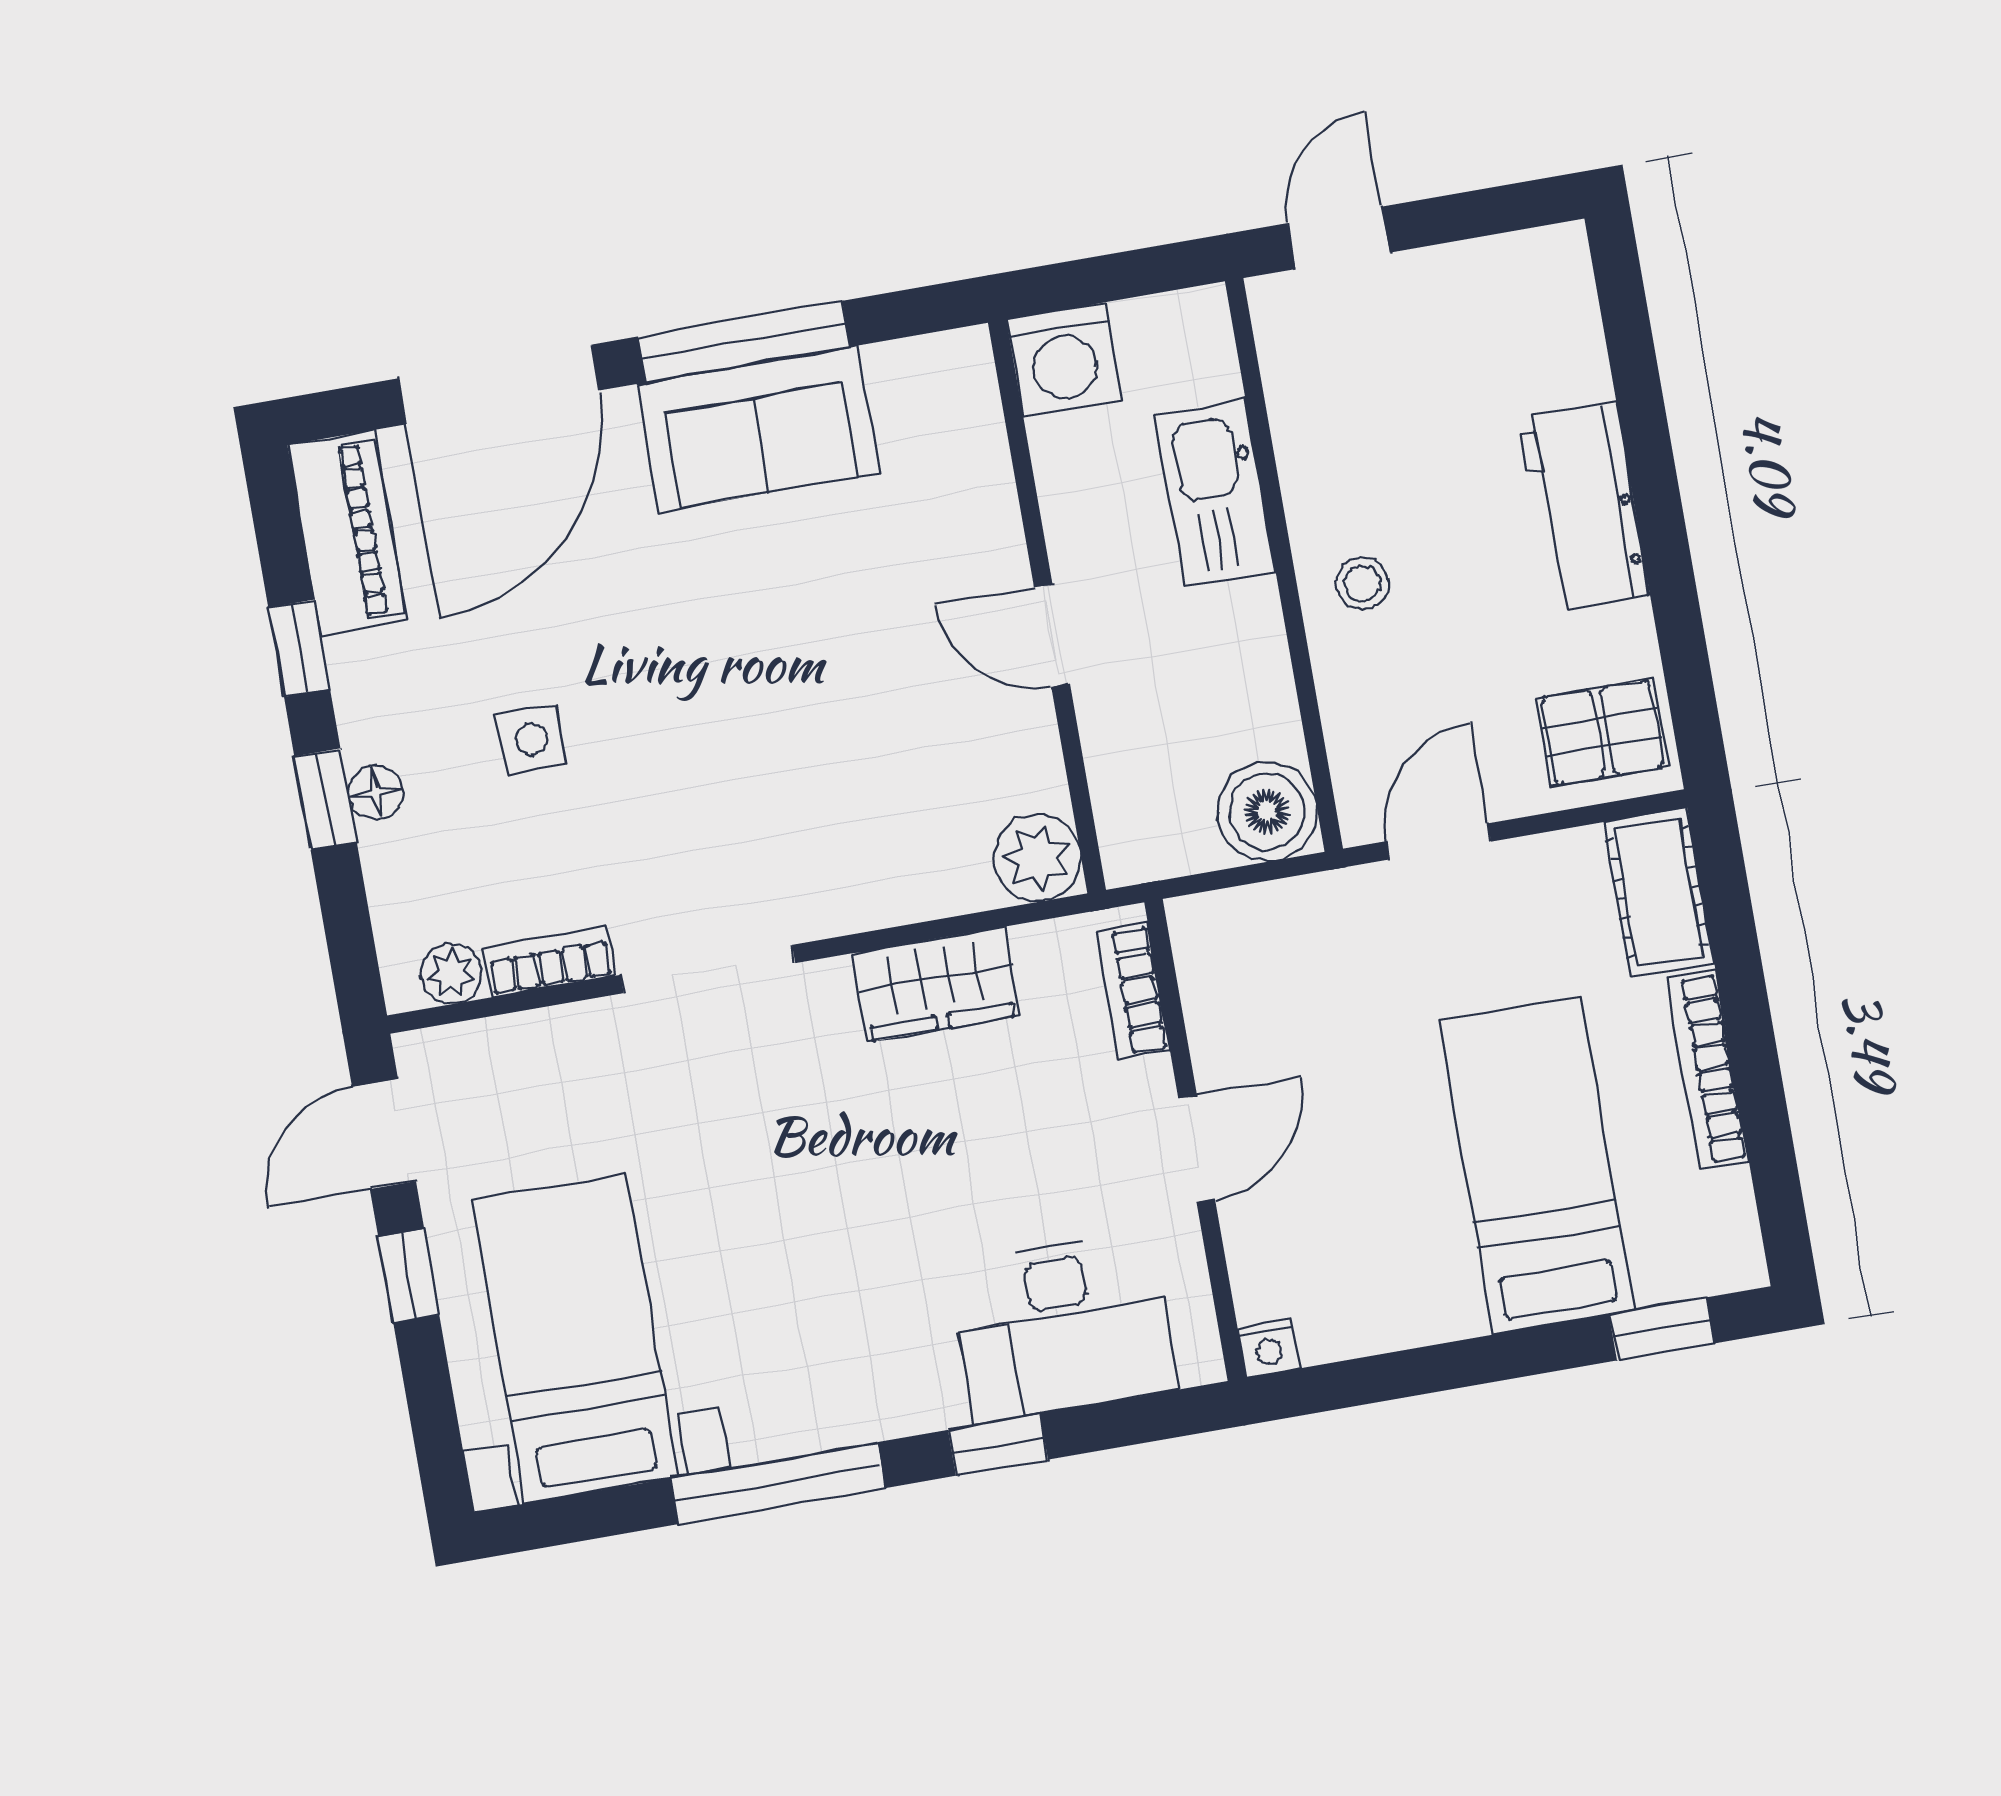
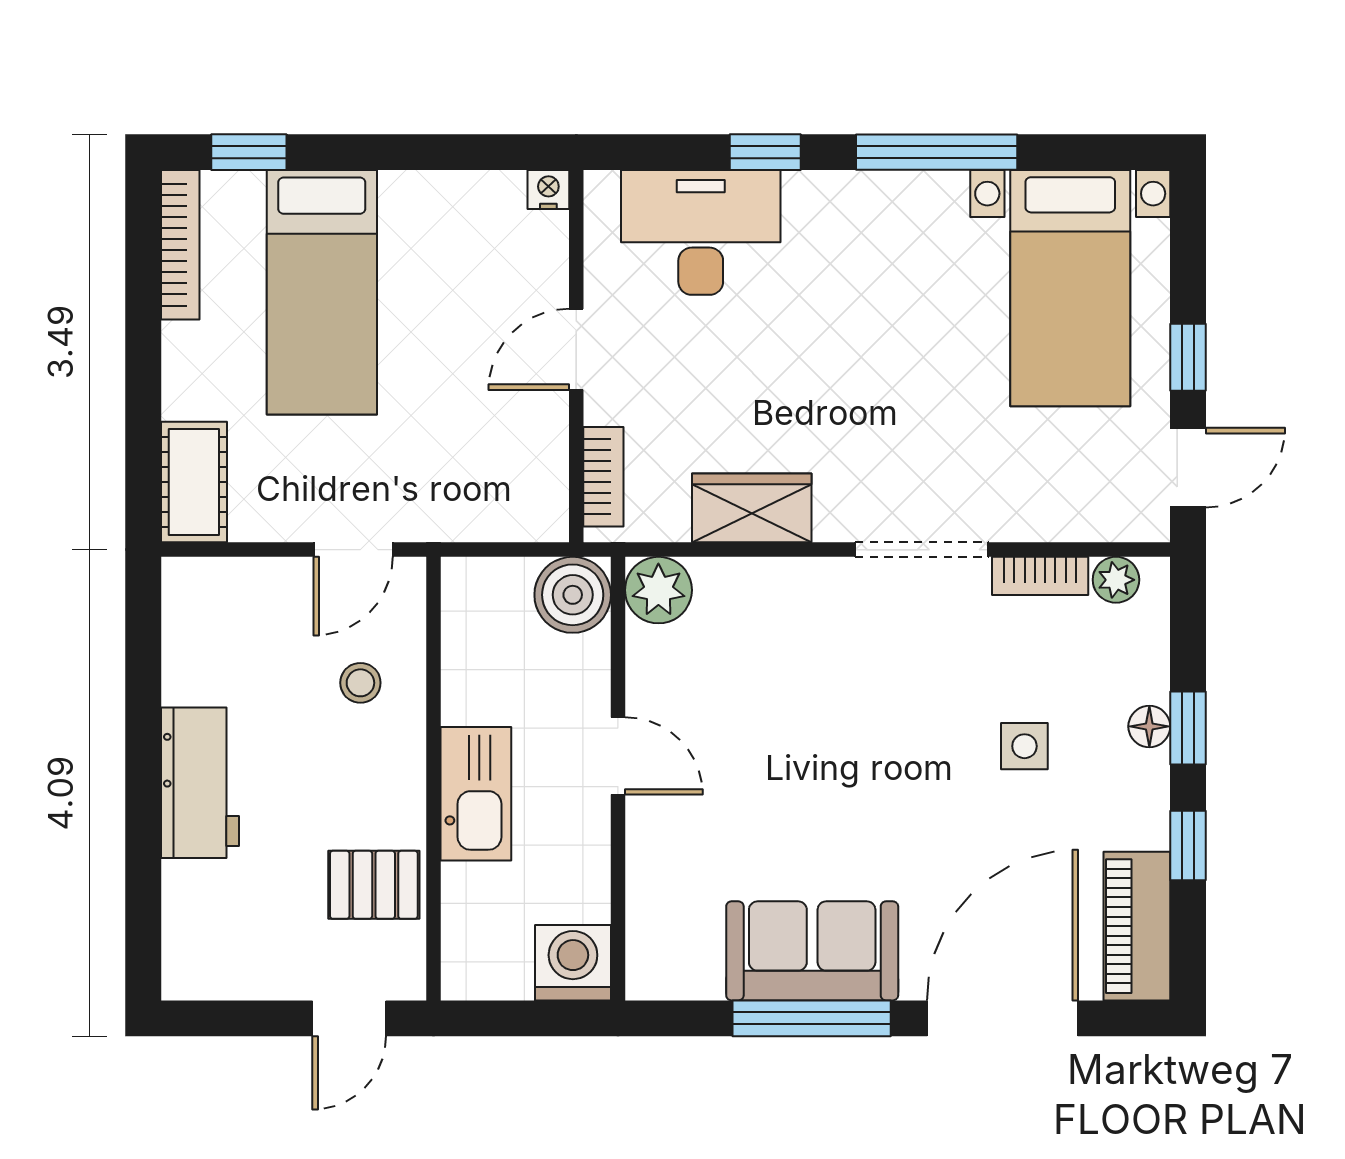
kitchen sink: (1215, 493) -> (476, 794), moved
stool: (1363, 583) -> (360, 683), moved
pallet: (1603, 733) -> (374, 885), moved
boiler: (1267, 811) -> (573, 595), moved
bookcase: (1708, 1069) -> (180, 245), moved

